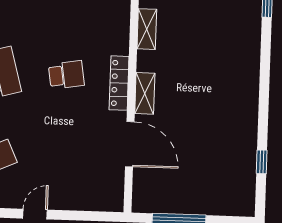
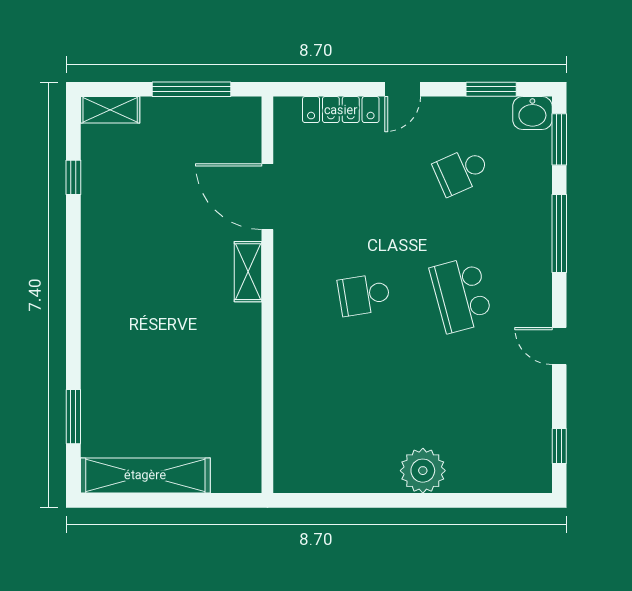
shelving: (147, 29) -> (110, 110), moved, turned 90
locker: (119, 83) -> (341, 110), moved, turned 90

